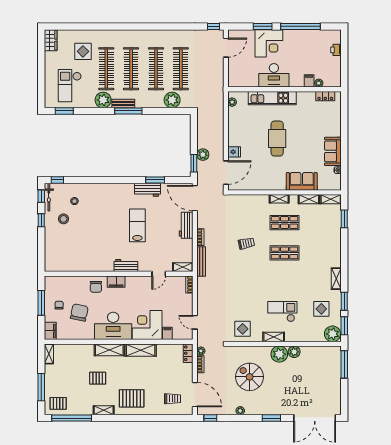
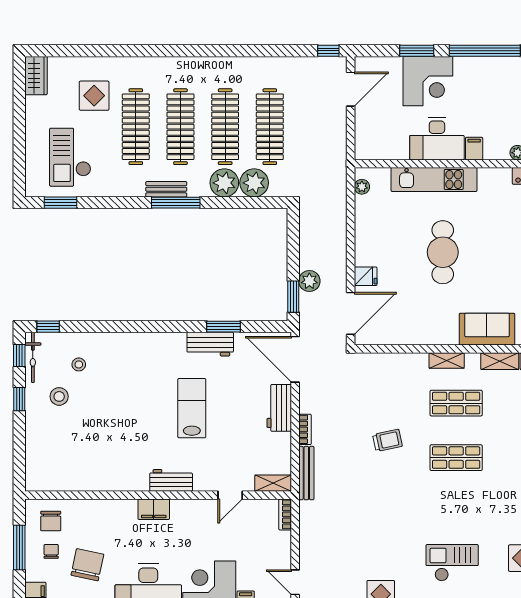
filing cabinet: (309, 81) -> (474, 149), moved
plant: (103, 100) -> (224, 183), moved
chair: (96, 287) -> (51, 521), moved

